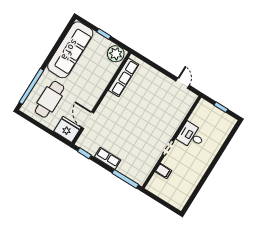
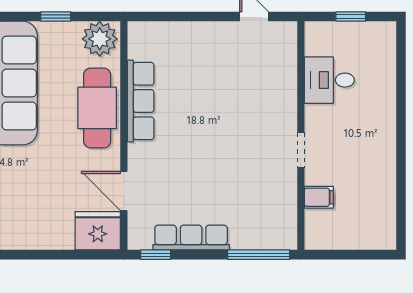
row of seats: (124, 77) -> (141, 101), moved
cafe table: (50, 99) -> (97, 108), moved
desk: (191, 136) -> (329, 80), moved
row of seats: (108, 158) -> (191, 238), width x1.48

